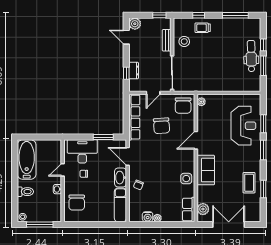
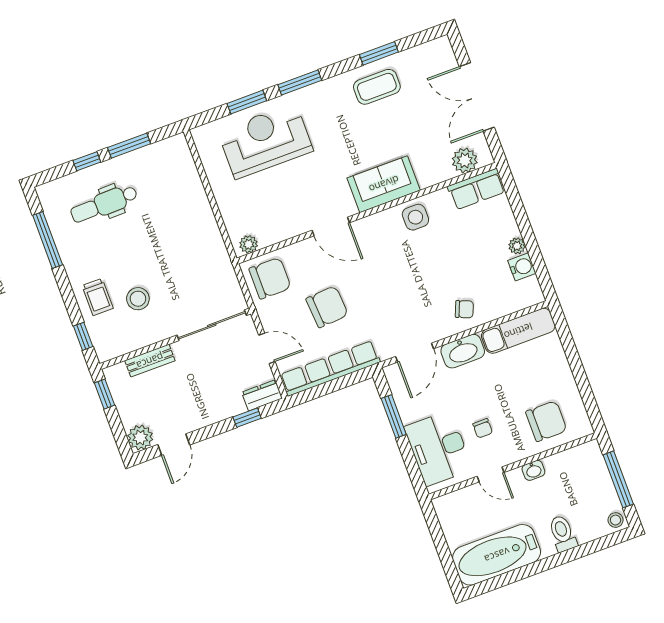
window: (199, 15) -> (83, 336), moved
stool: (184, 41) -> (138, 299), moved
dental chair: (251, 56) -> (104, 204), moved
dresser: (134, 70) -> (262, 395), moved

